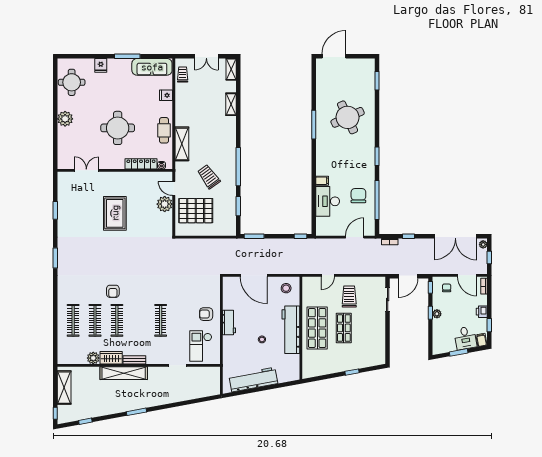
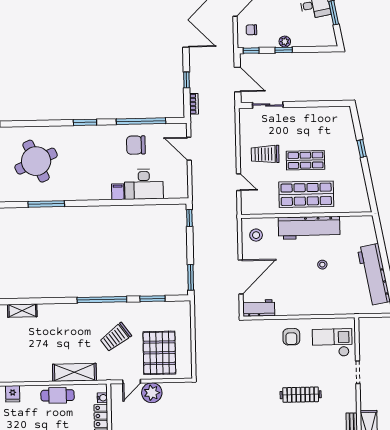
workbench: (229, 322) -> (259, 308), moved
checkout: (201, 346) -> (332, 343), turned 180

